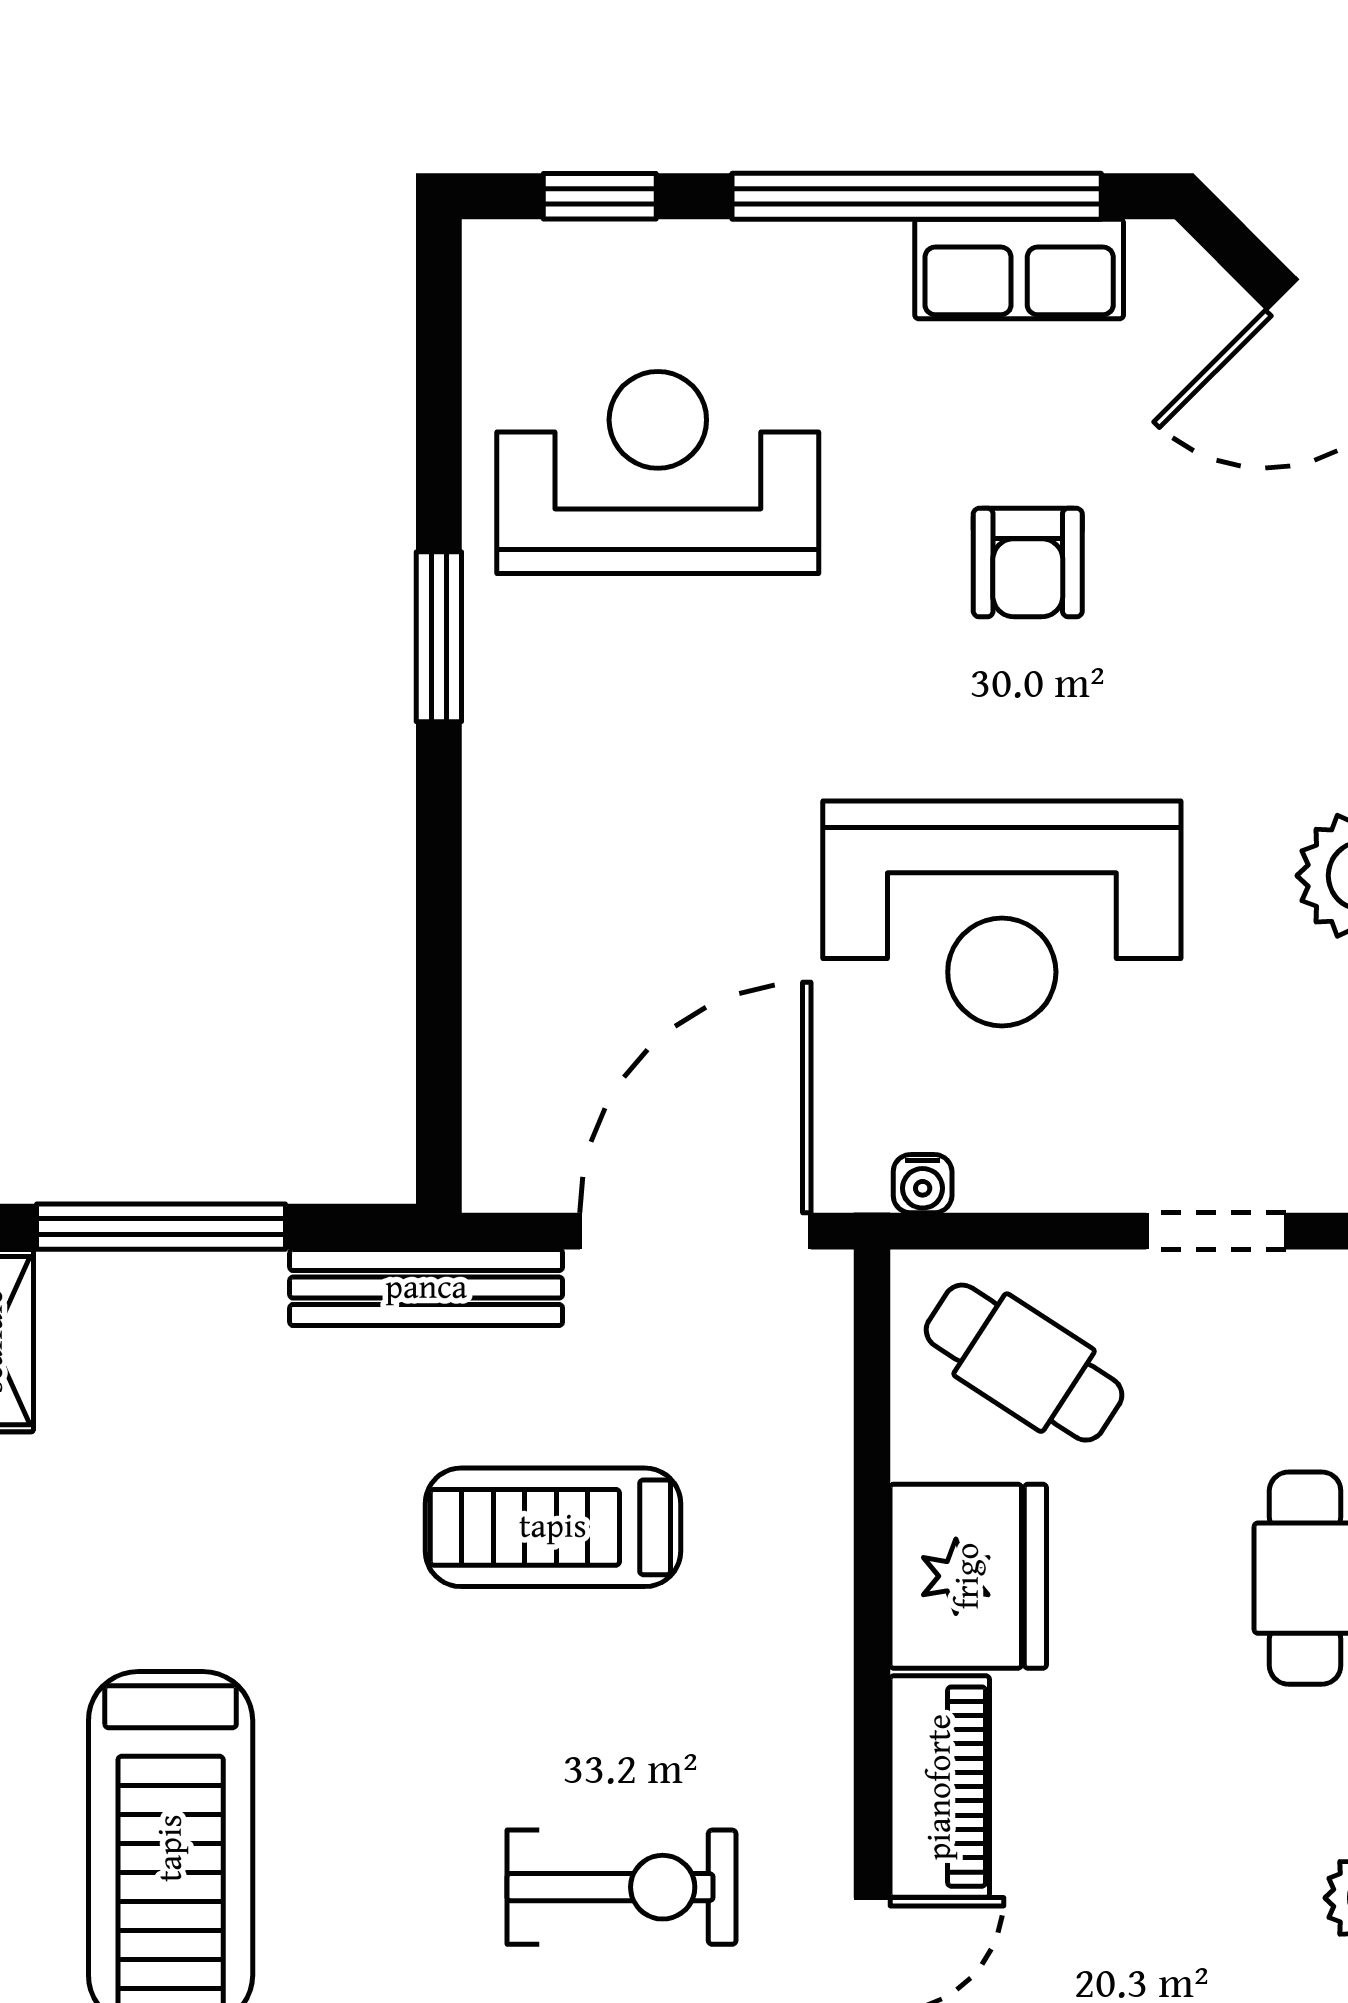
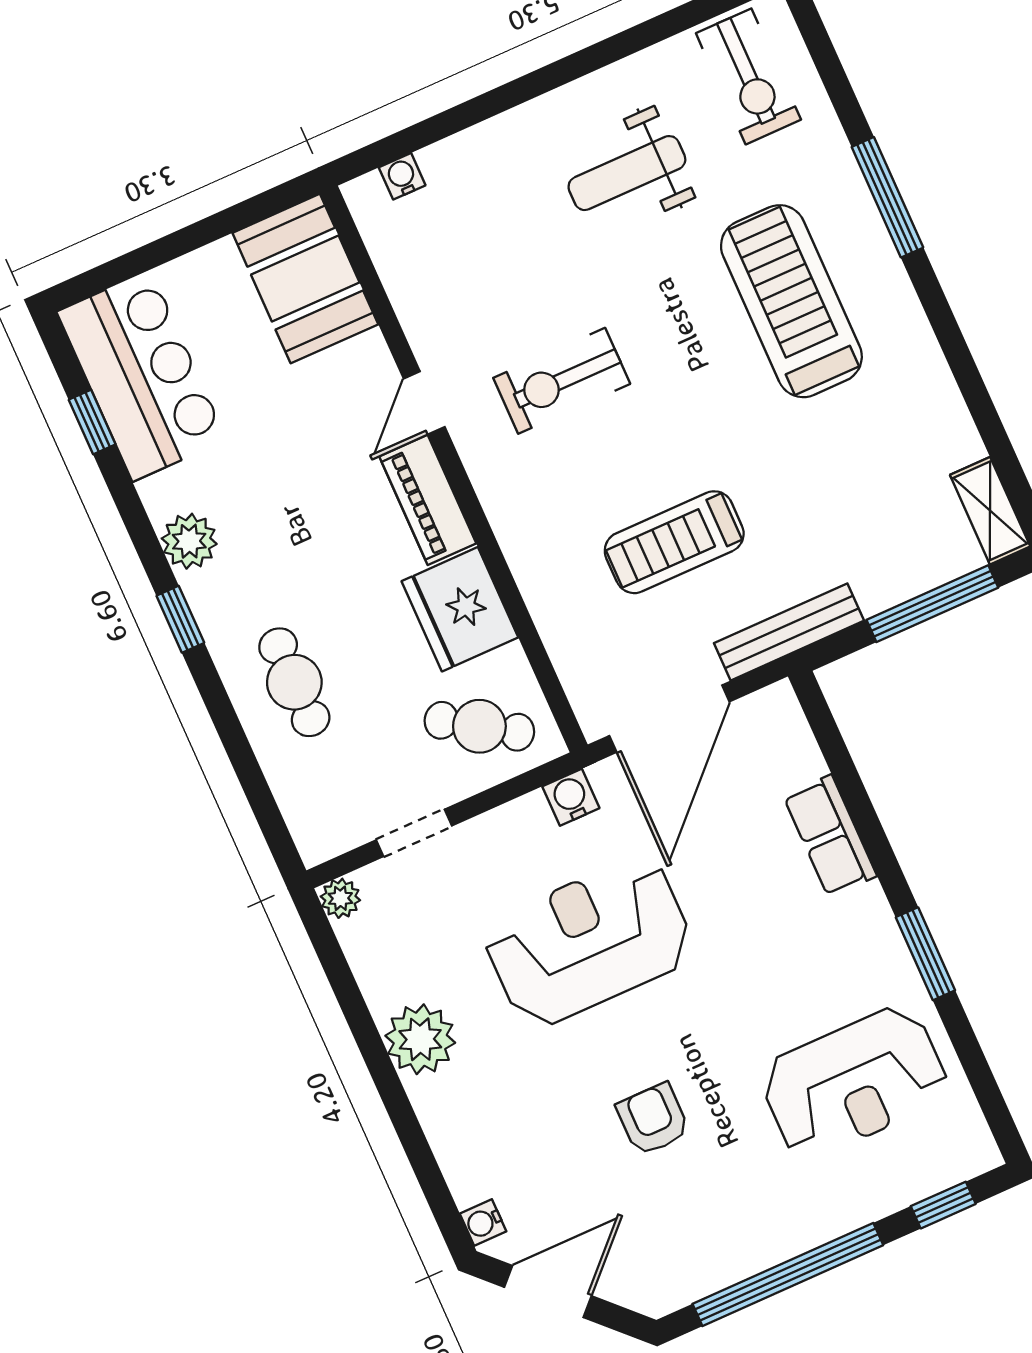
row of seats: (1019, 269) -> (830, 836), moved, turned -90
water cooler: (923, 1184) -> (571, 797), width x1.38, depth x1.38
treadmill: (553, 1527) -> (674, 542), turned 180

